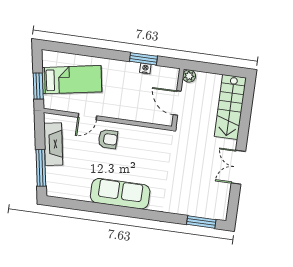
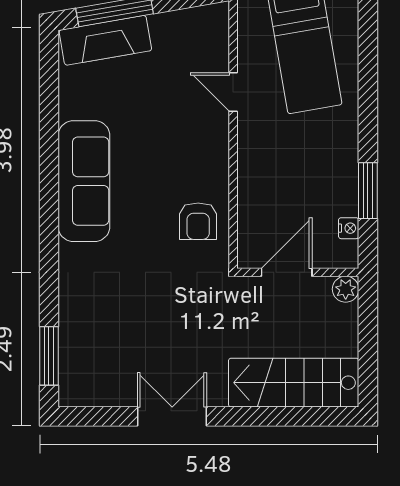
nightstand: (145, 68) -> (349, 228), moved
armchair: (108, 139) -> (198, 221), moved
fireplace: (53, 144) -> (105, 40), moved

